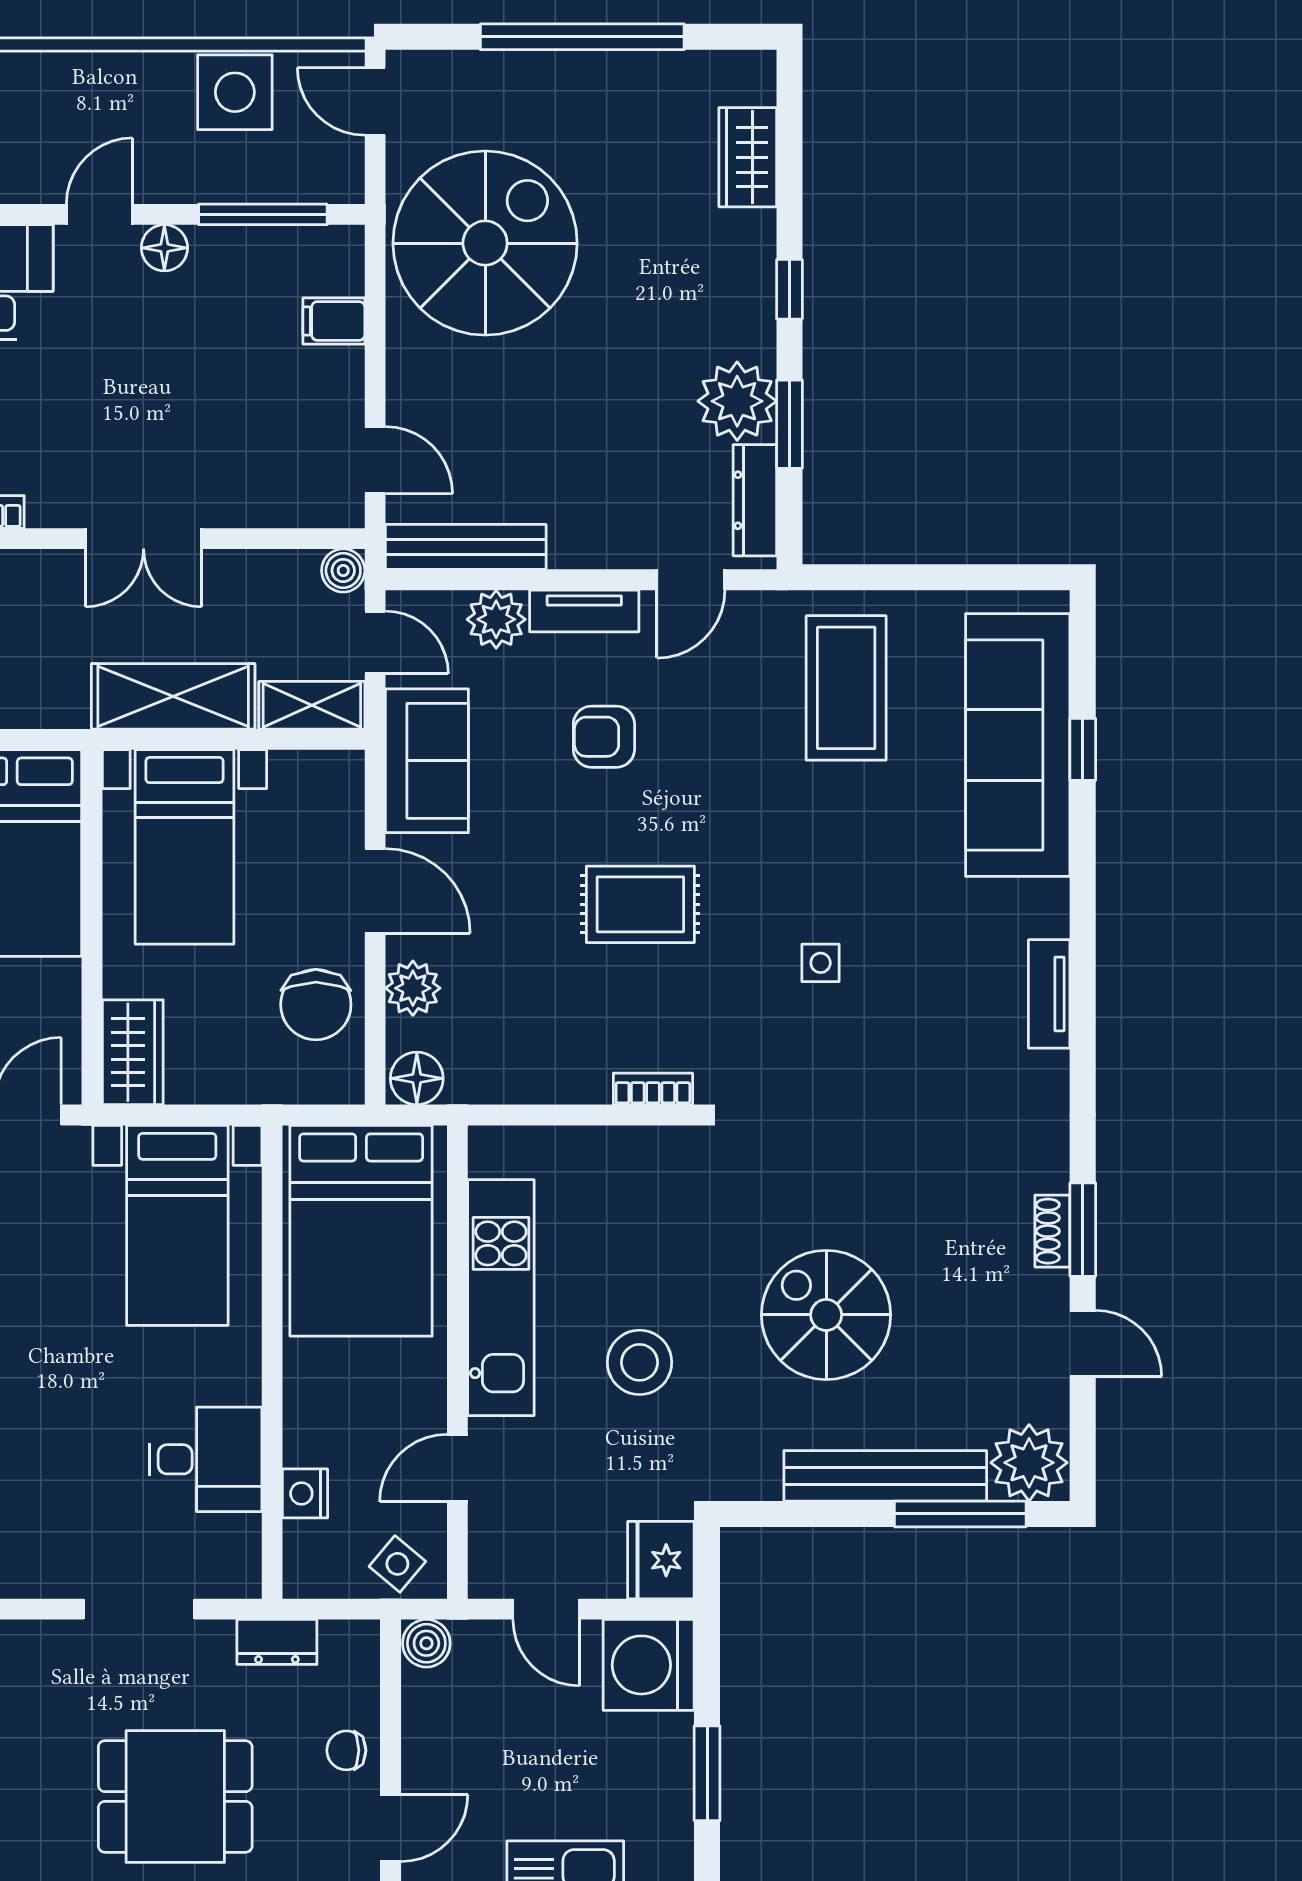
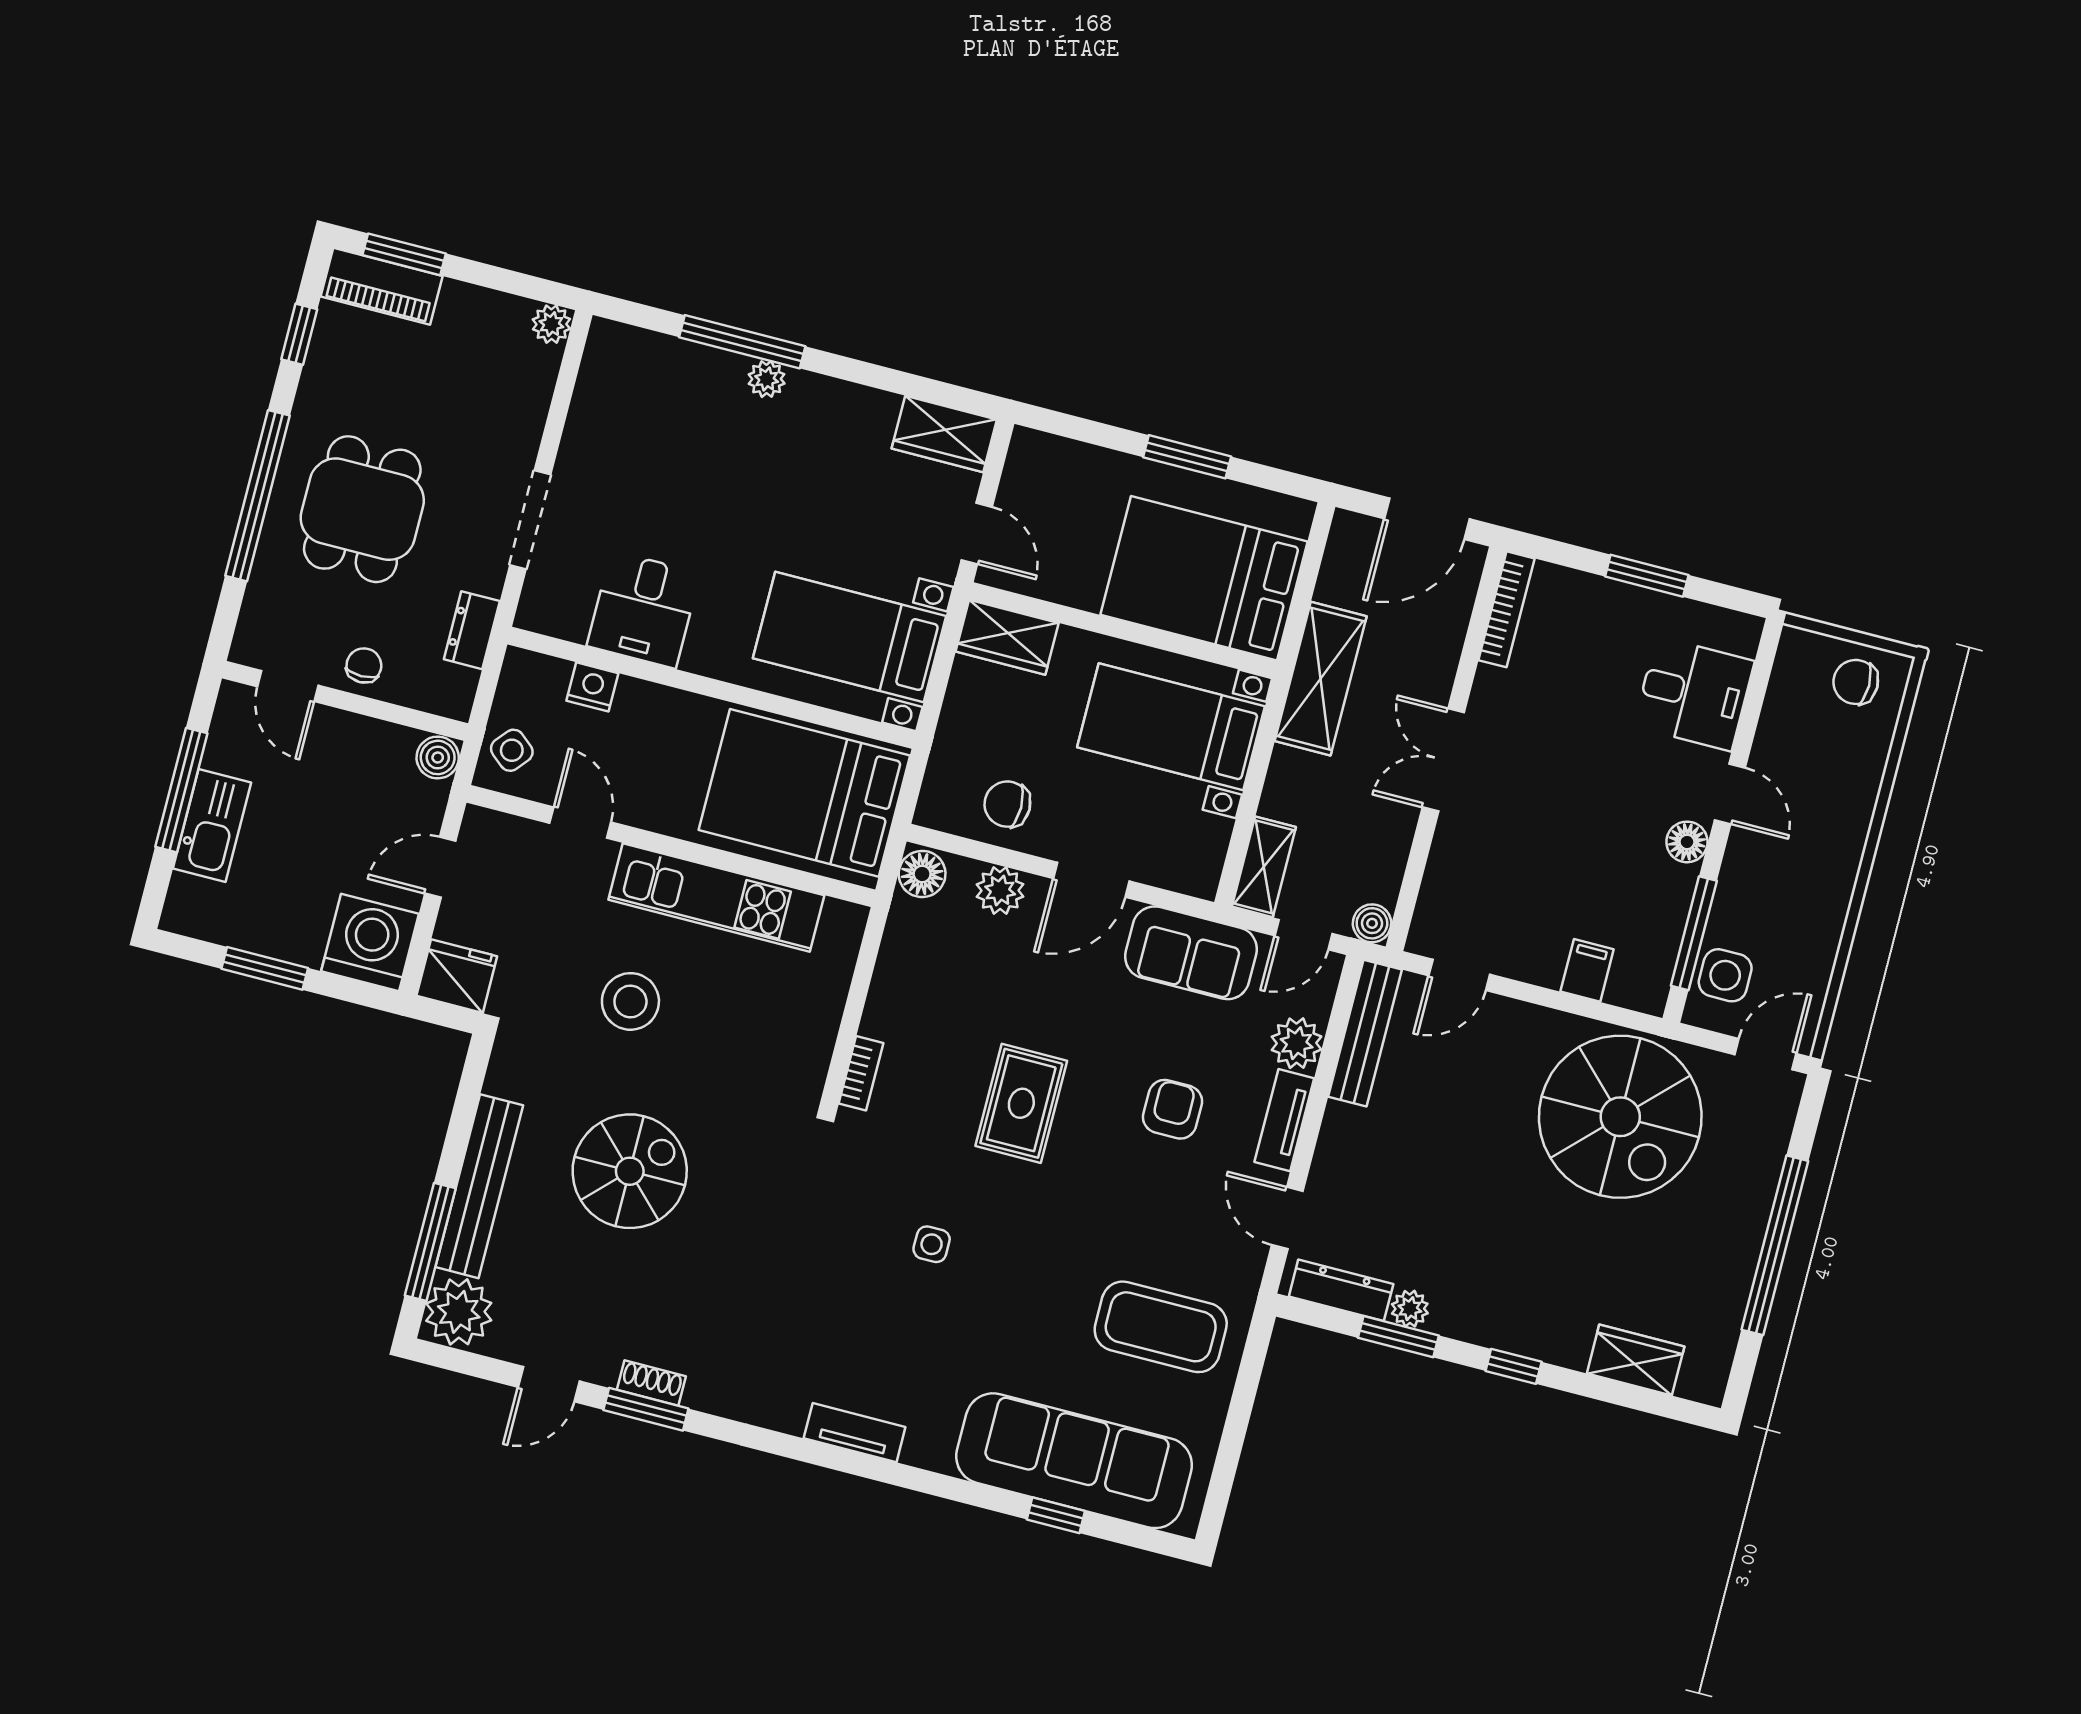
side table: (235, 92) -> (1725, 975), moved, width x0.73, depth x0.73
plant: (737, 401) -> (1410, 1309), width x0.53, depth x0.53
shelving: (173, 696) -> (1321, 679), moved
chair: (316, 1005) -> (1007, 804), width x0.73, depth x0.73

